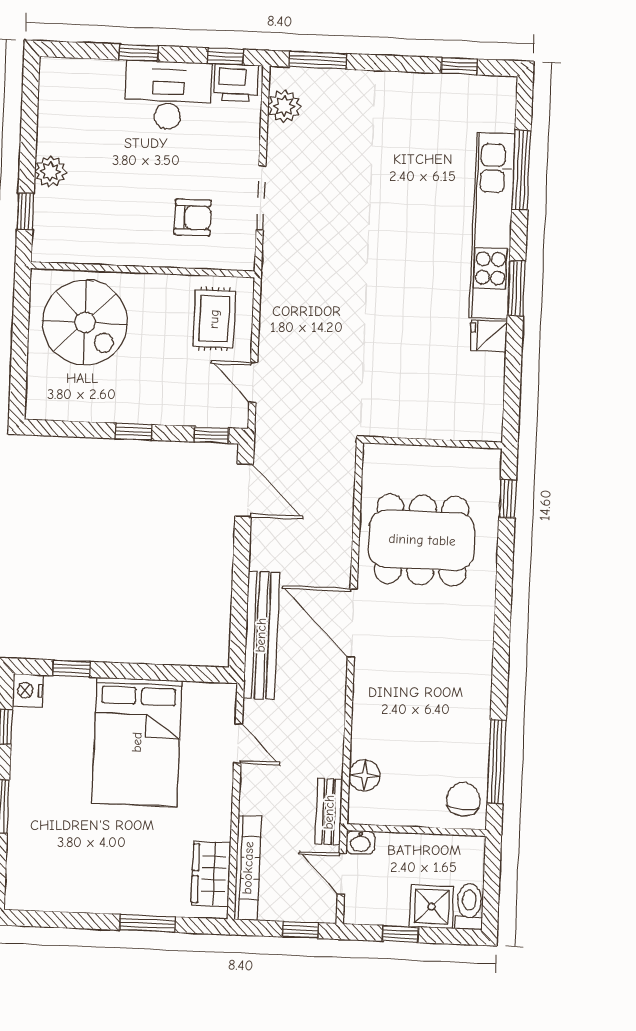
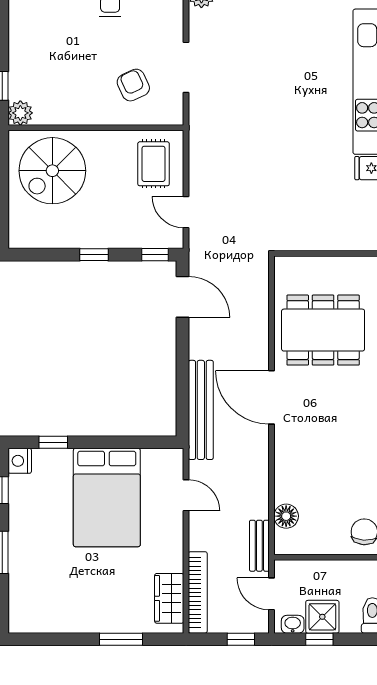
plant: (50, 172) -> (20, 113), moved
armchair: (193, 217) -> (133, 85), turned -115
spiral stairs: (85, 322) -> (52, 171), turned 90
washbasin: (360, 842) -> (293, 624), moved, turned 180
shower: (432, 907) -> (322, 617), moved

